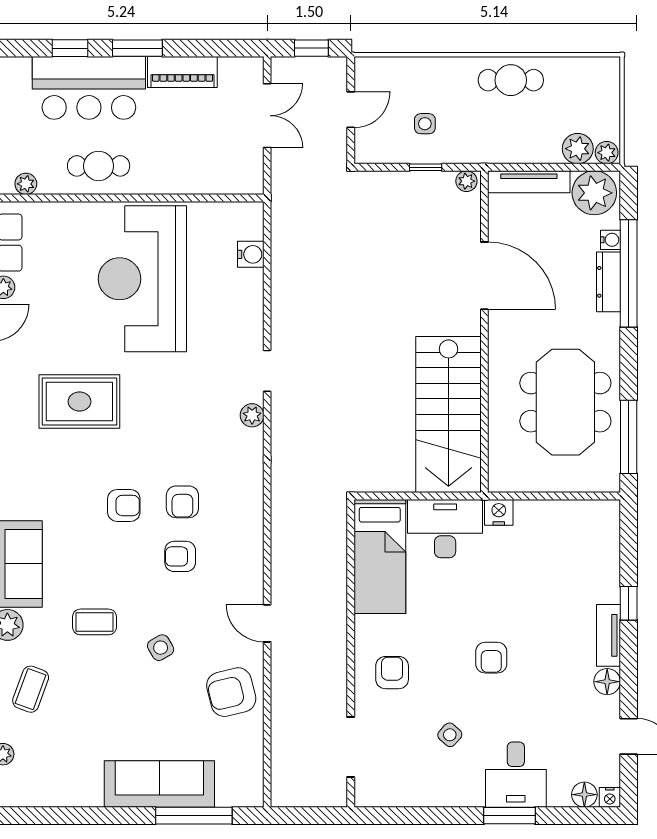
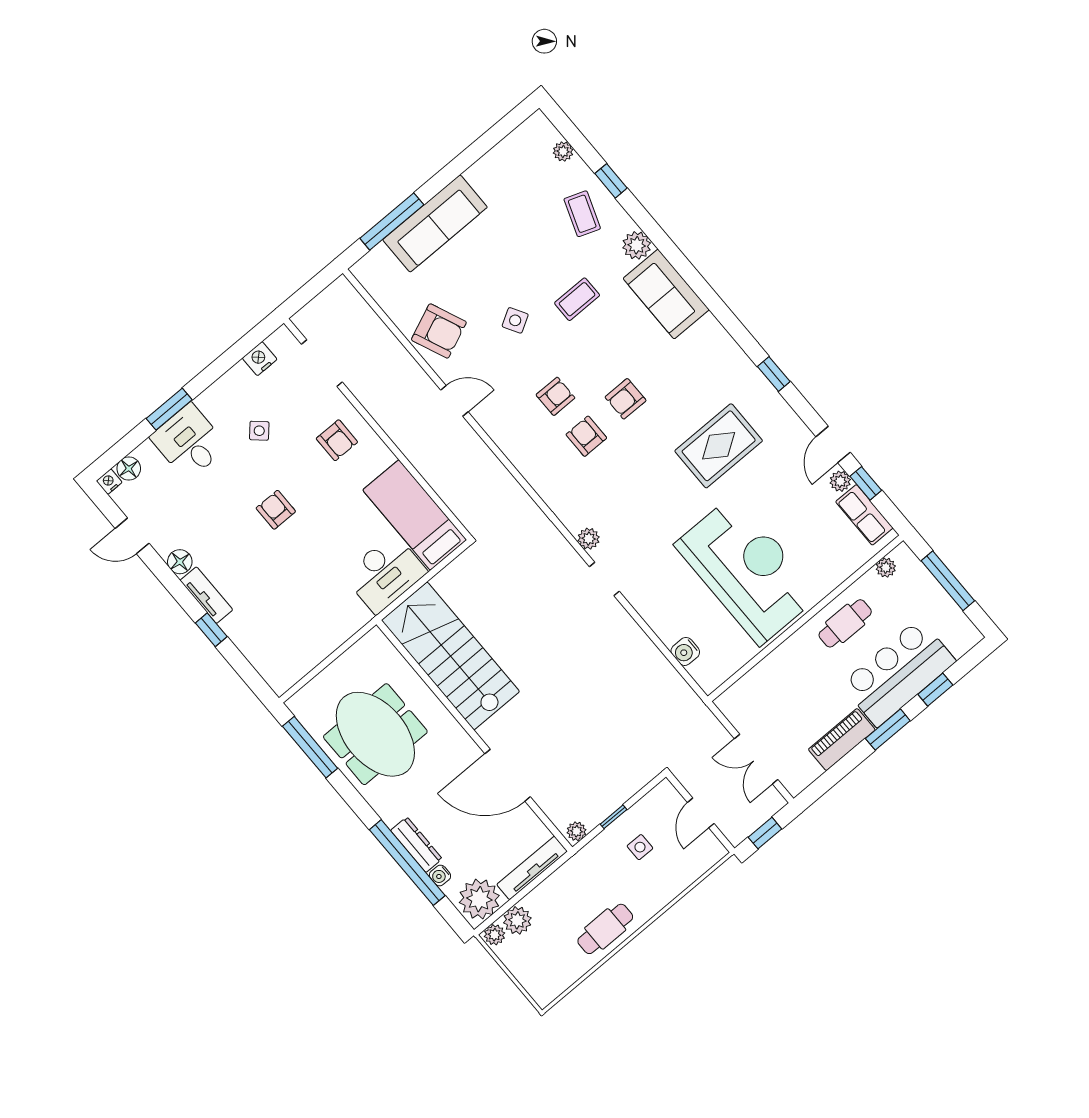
nightstand: (499, 512) -> (260, 359), moved, turned 180
armchair: (231, 692) -> (439, 331), turned 81

